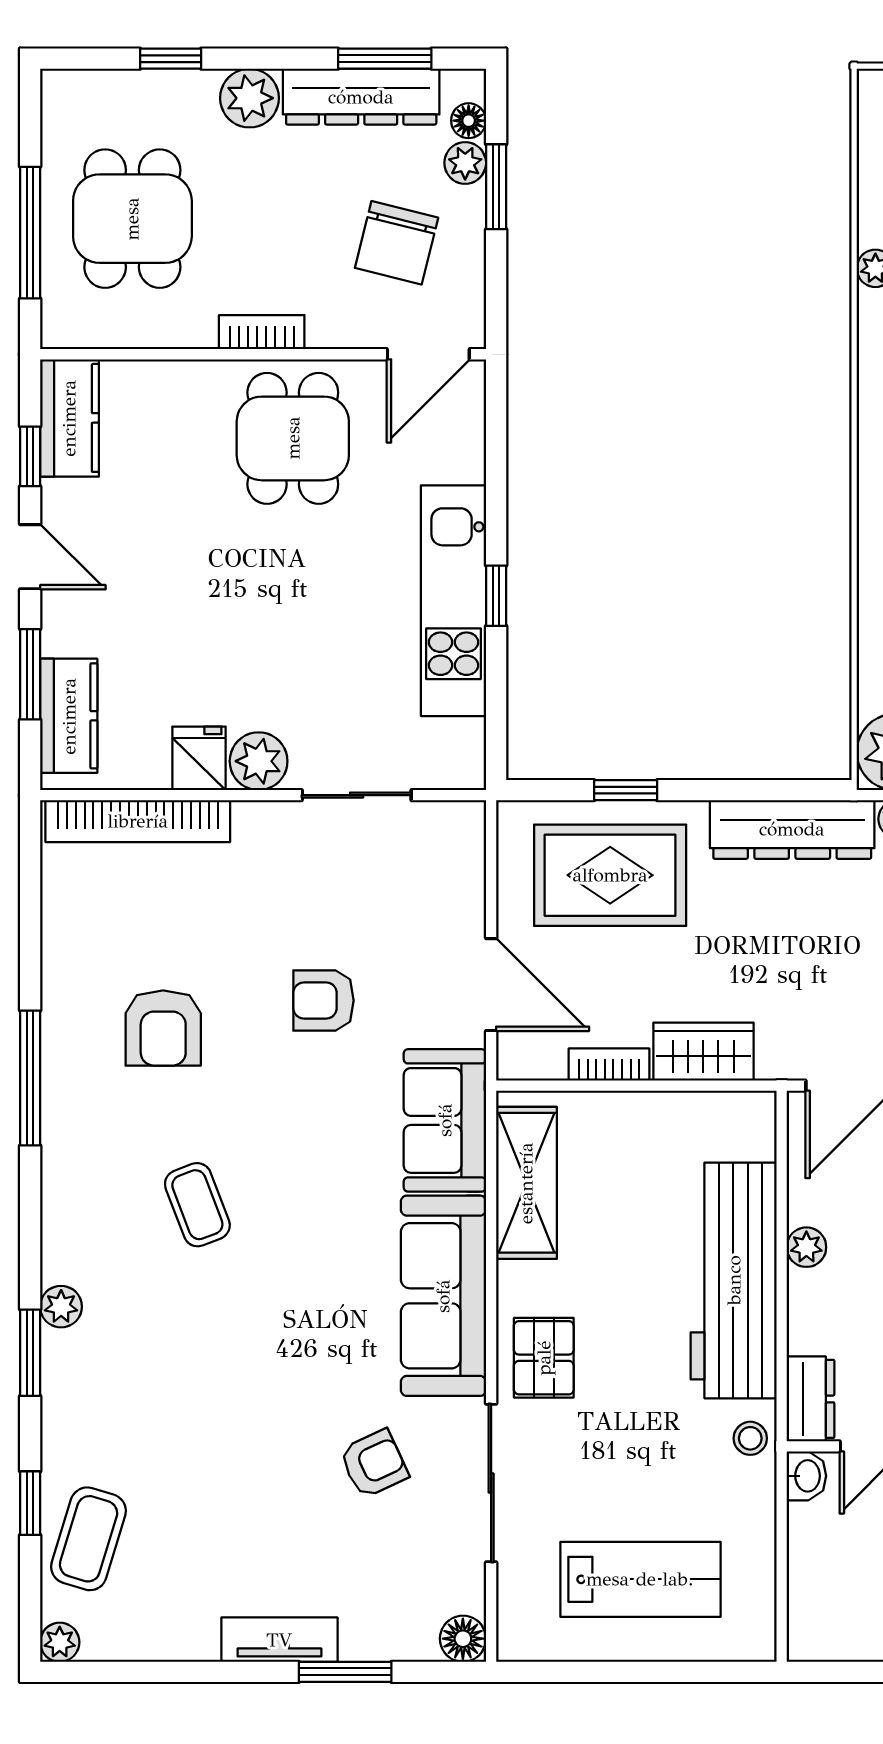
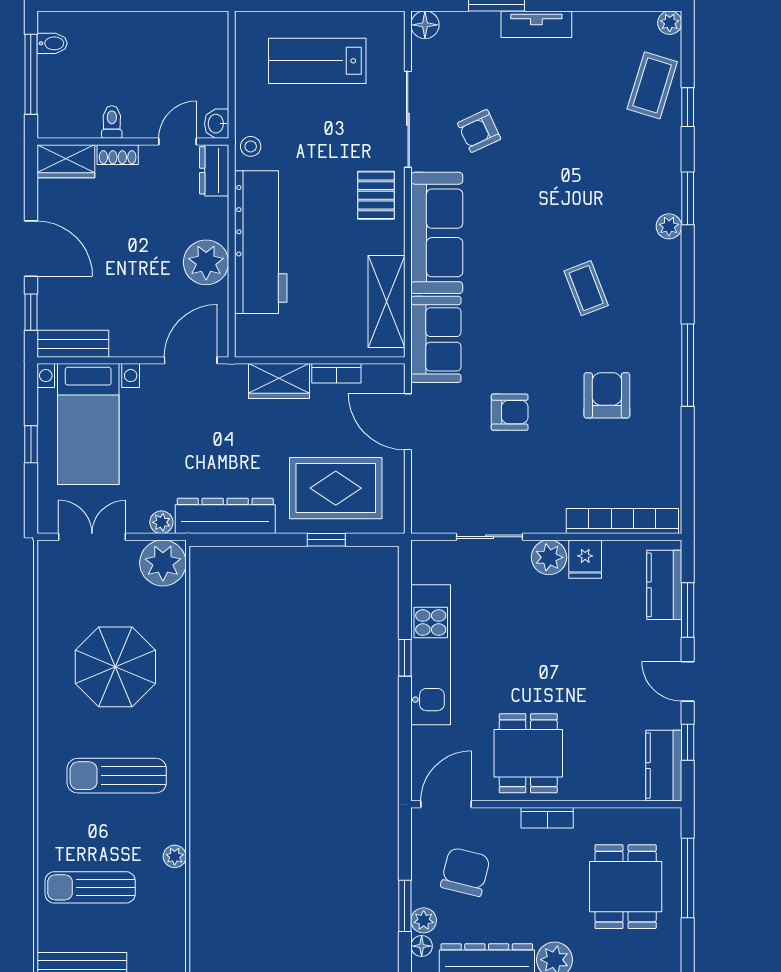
plant: (806, 1247) -> (206, 262), width x1.87, depth x1.87

